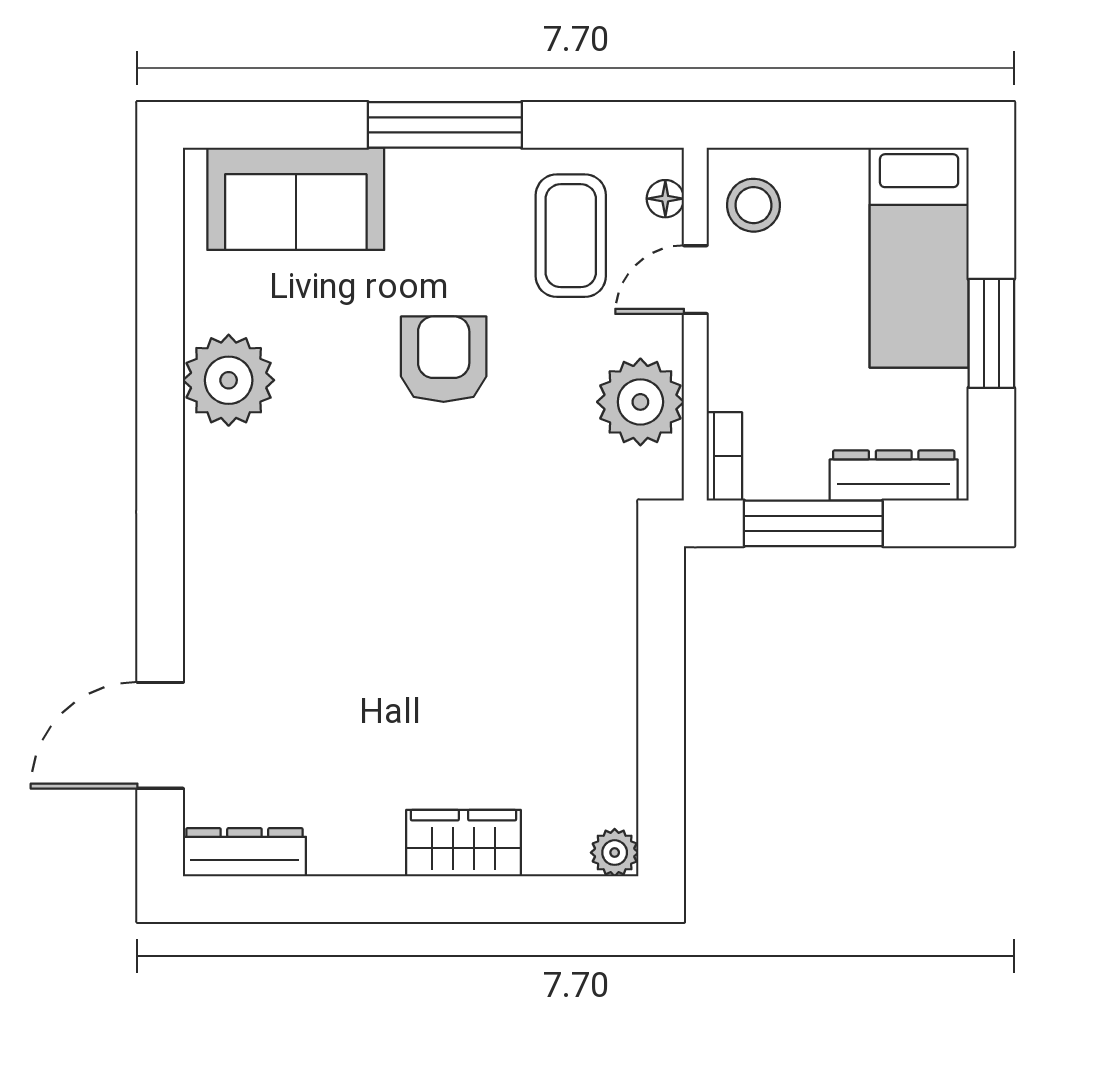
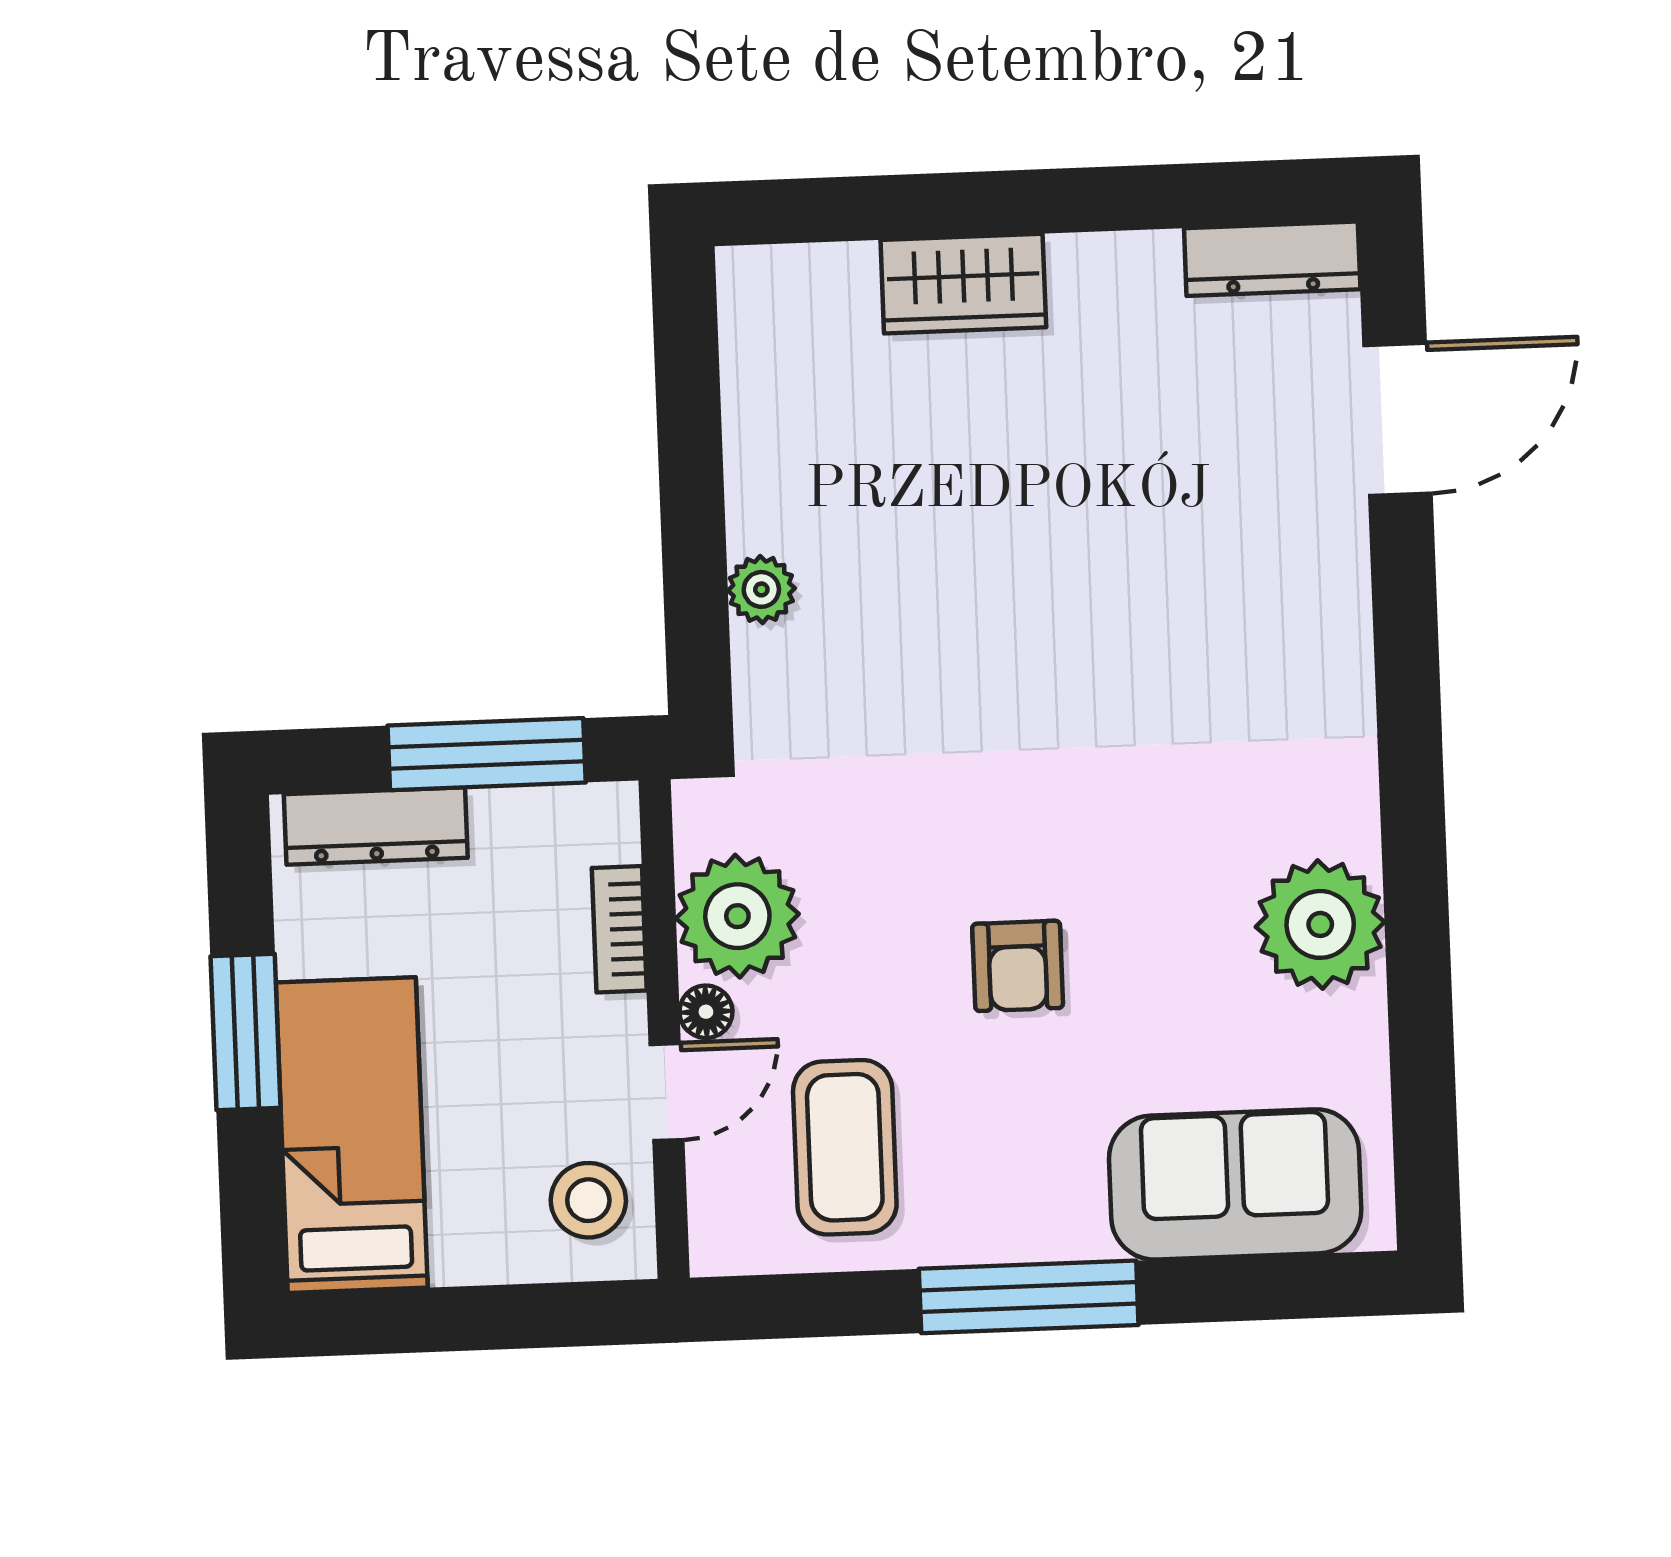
floor lamp: (665, 199) -> (706, 1012), moved
armchair: (444, 359) -> (1018, 966), width x0.72, depth x0.72
bookcase: (724, 456) -> (619, 929), moved
plant: (615, 853) -> (761, 589), moved

